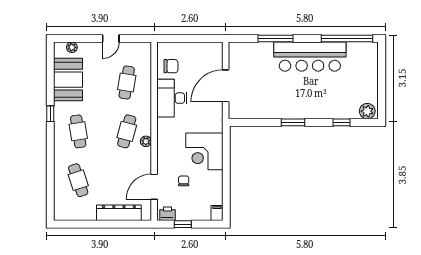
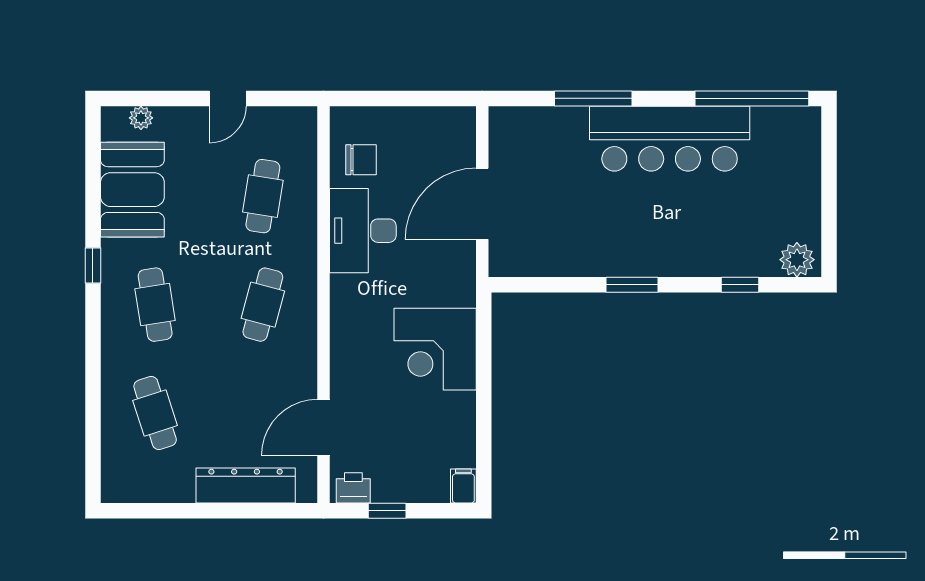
plant: (146, 141) -> (305, 327), removed
chair: (184, 181) -> (389, 415), removed

